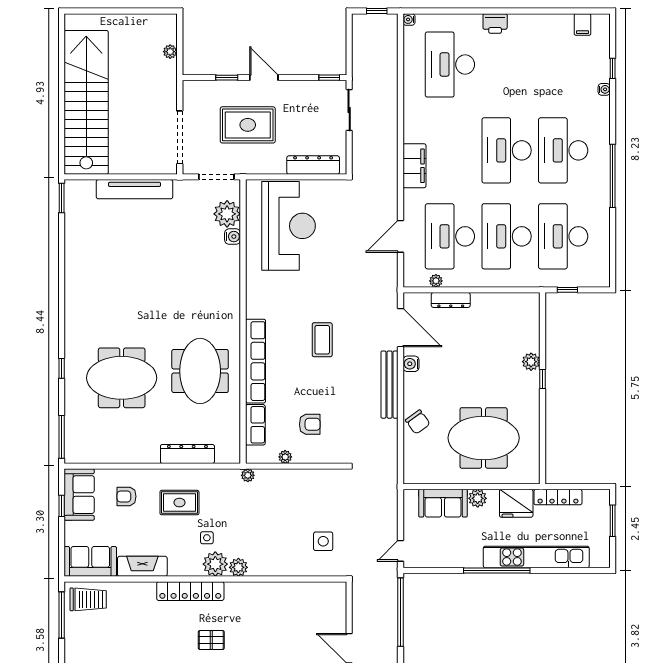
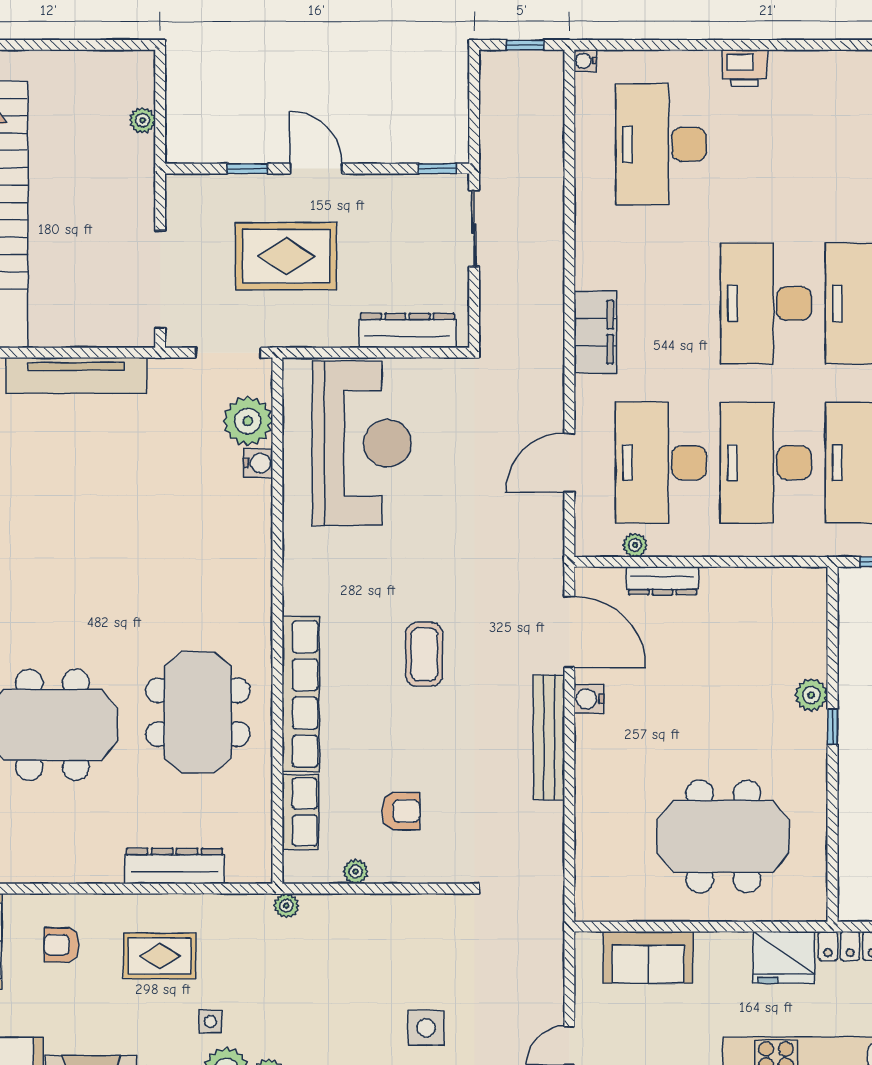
chair: (418, 422) -> (601, 807), removed
plant: (478, 498) -> (712, 948), removed

